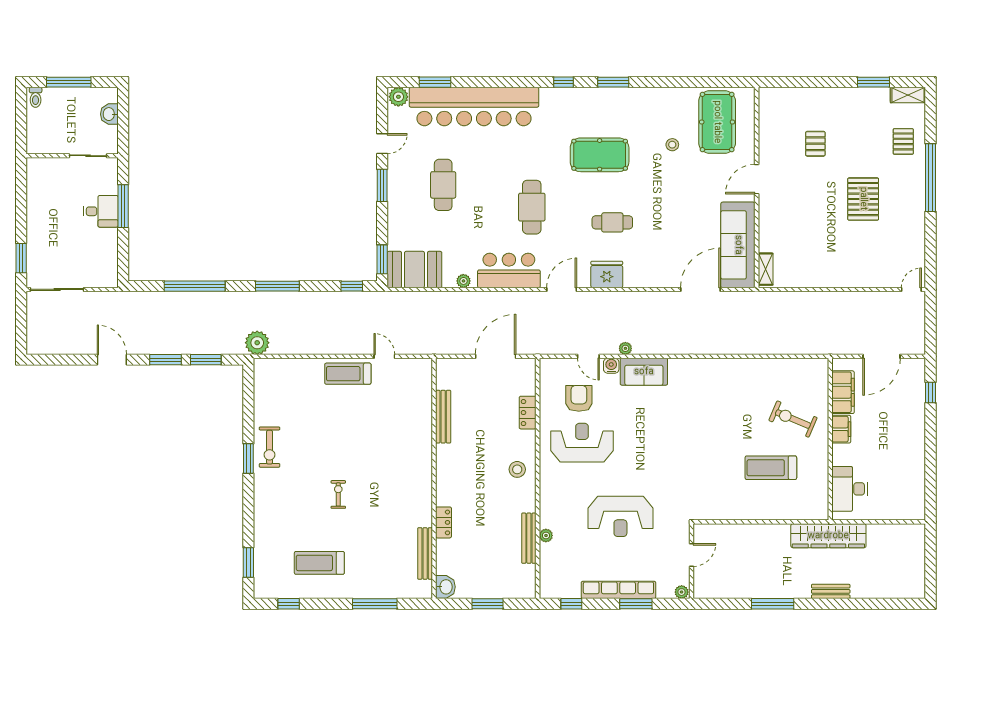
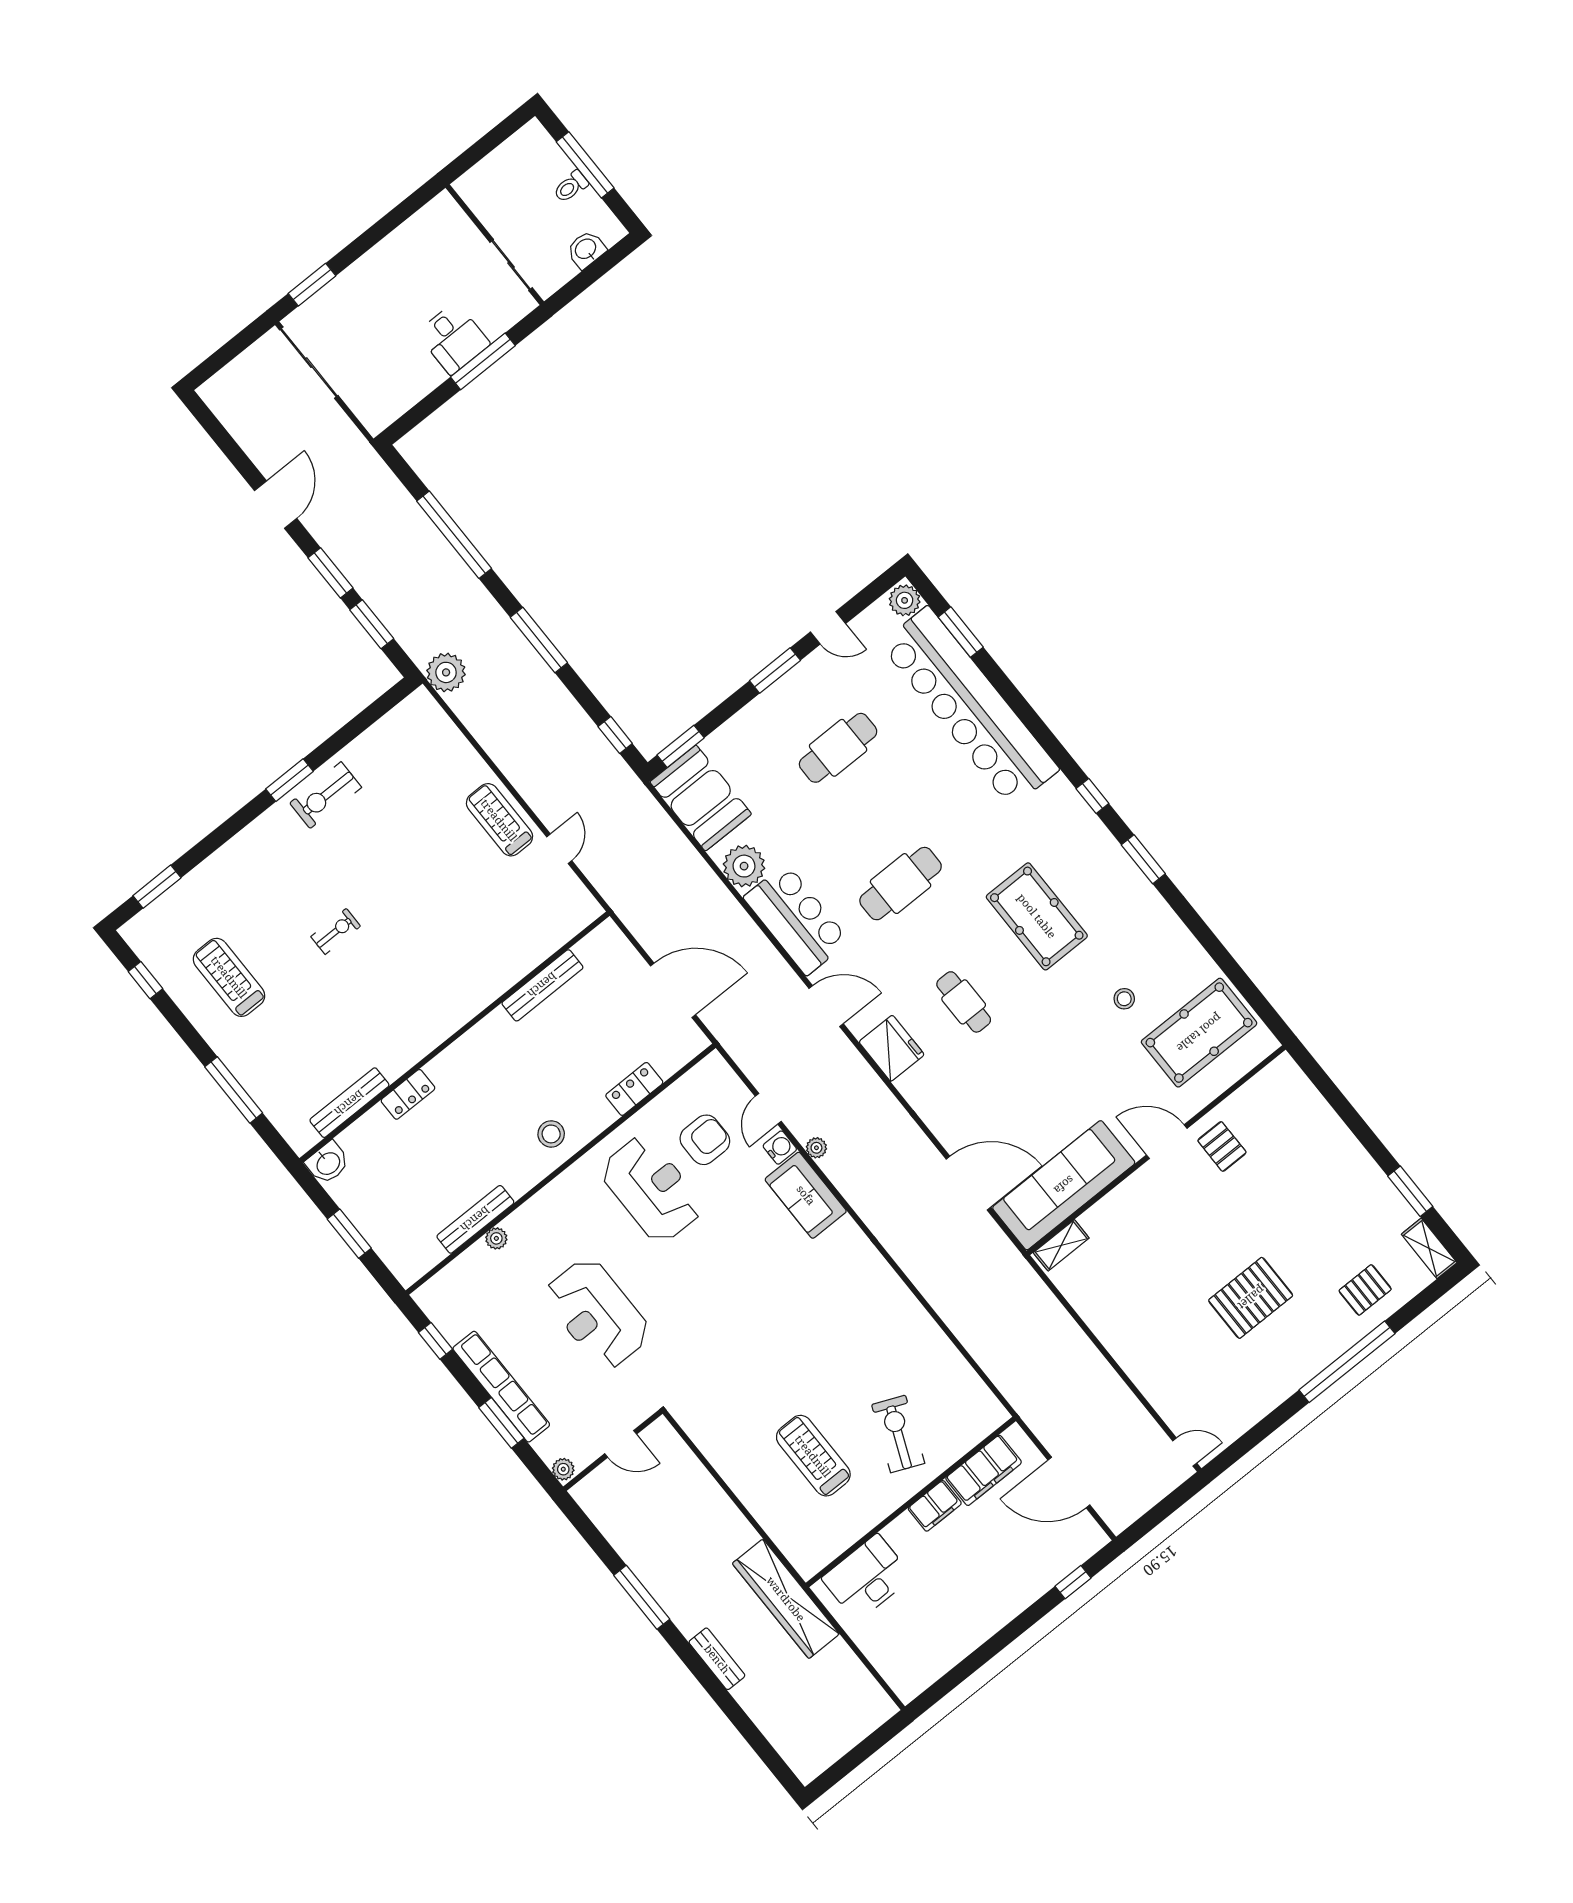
toilet: (36, 97) -> (571, 187), moved
pallet: (815, 144) -> (1222, 1146), moved, turned 90
plant: (463, 281) -> (744, 866), width x1.88, depth x1.88

